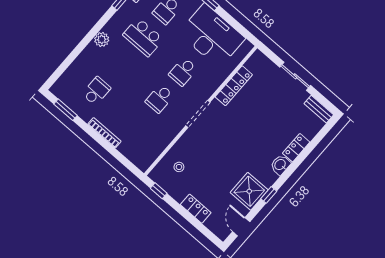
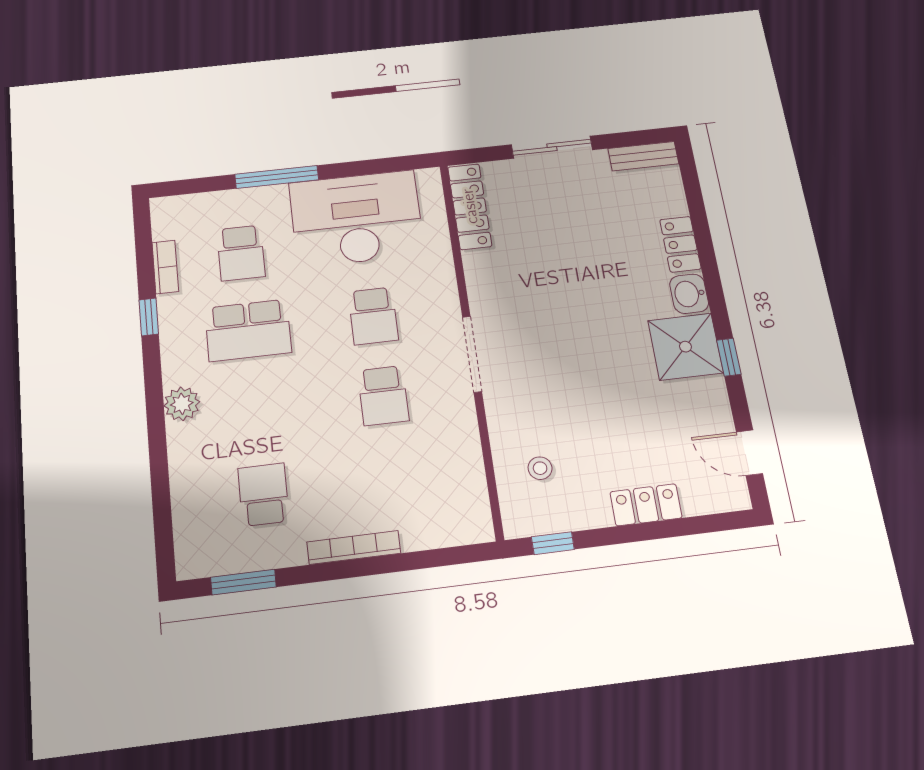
locker: (234, 86) -> (470, 206), moved
shower: (249, 191) -> (685, 347), moved

